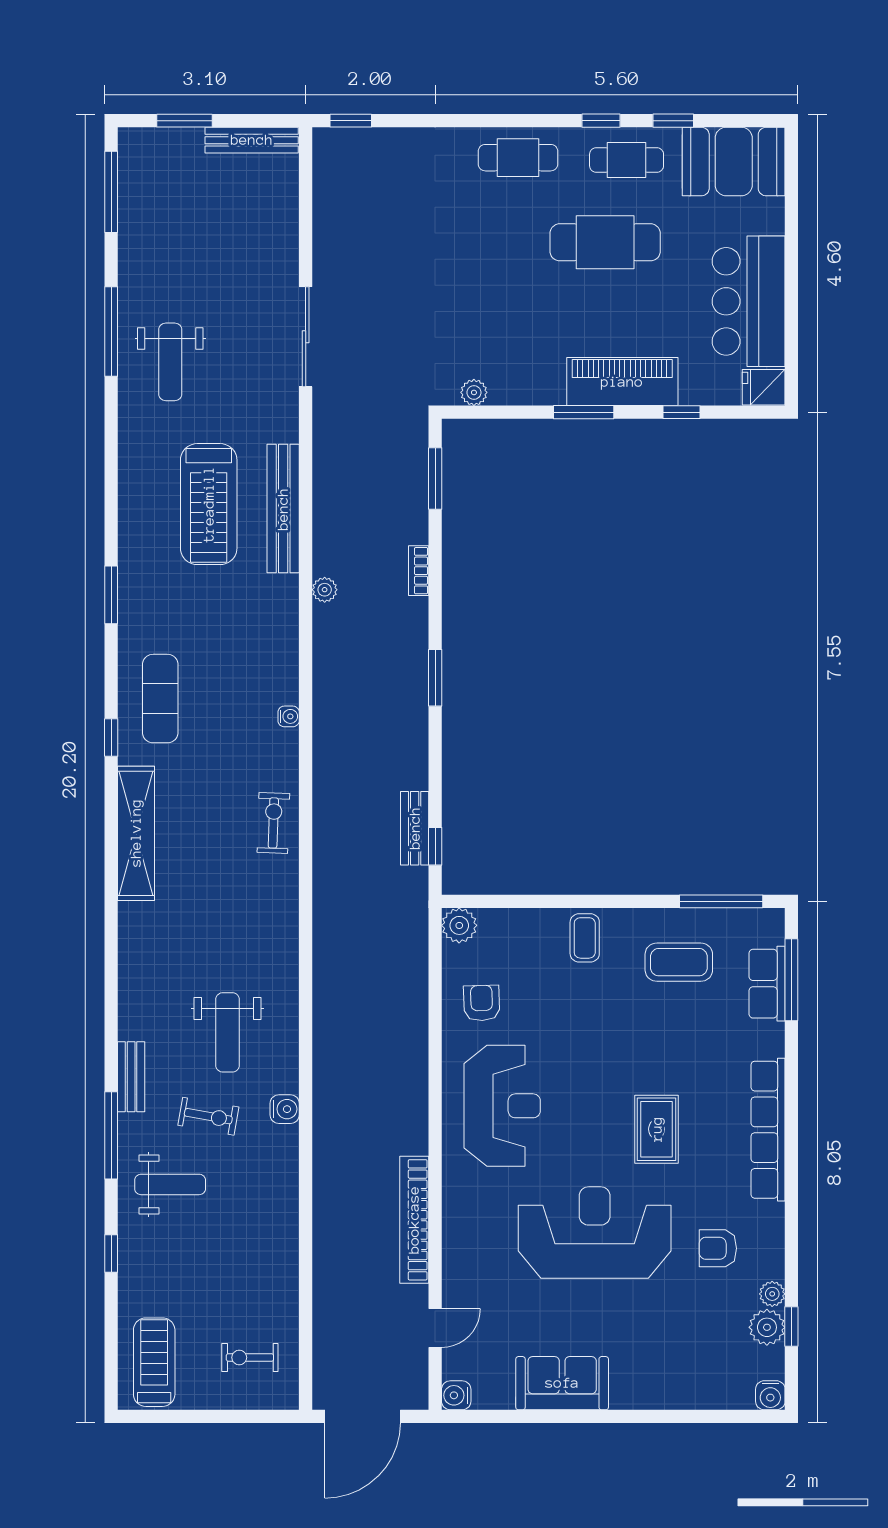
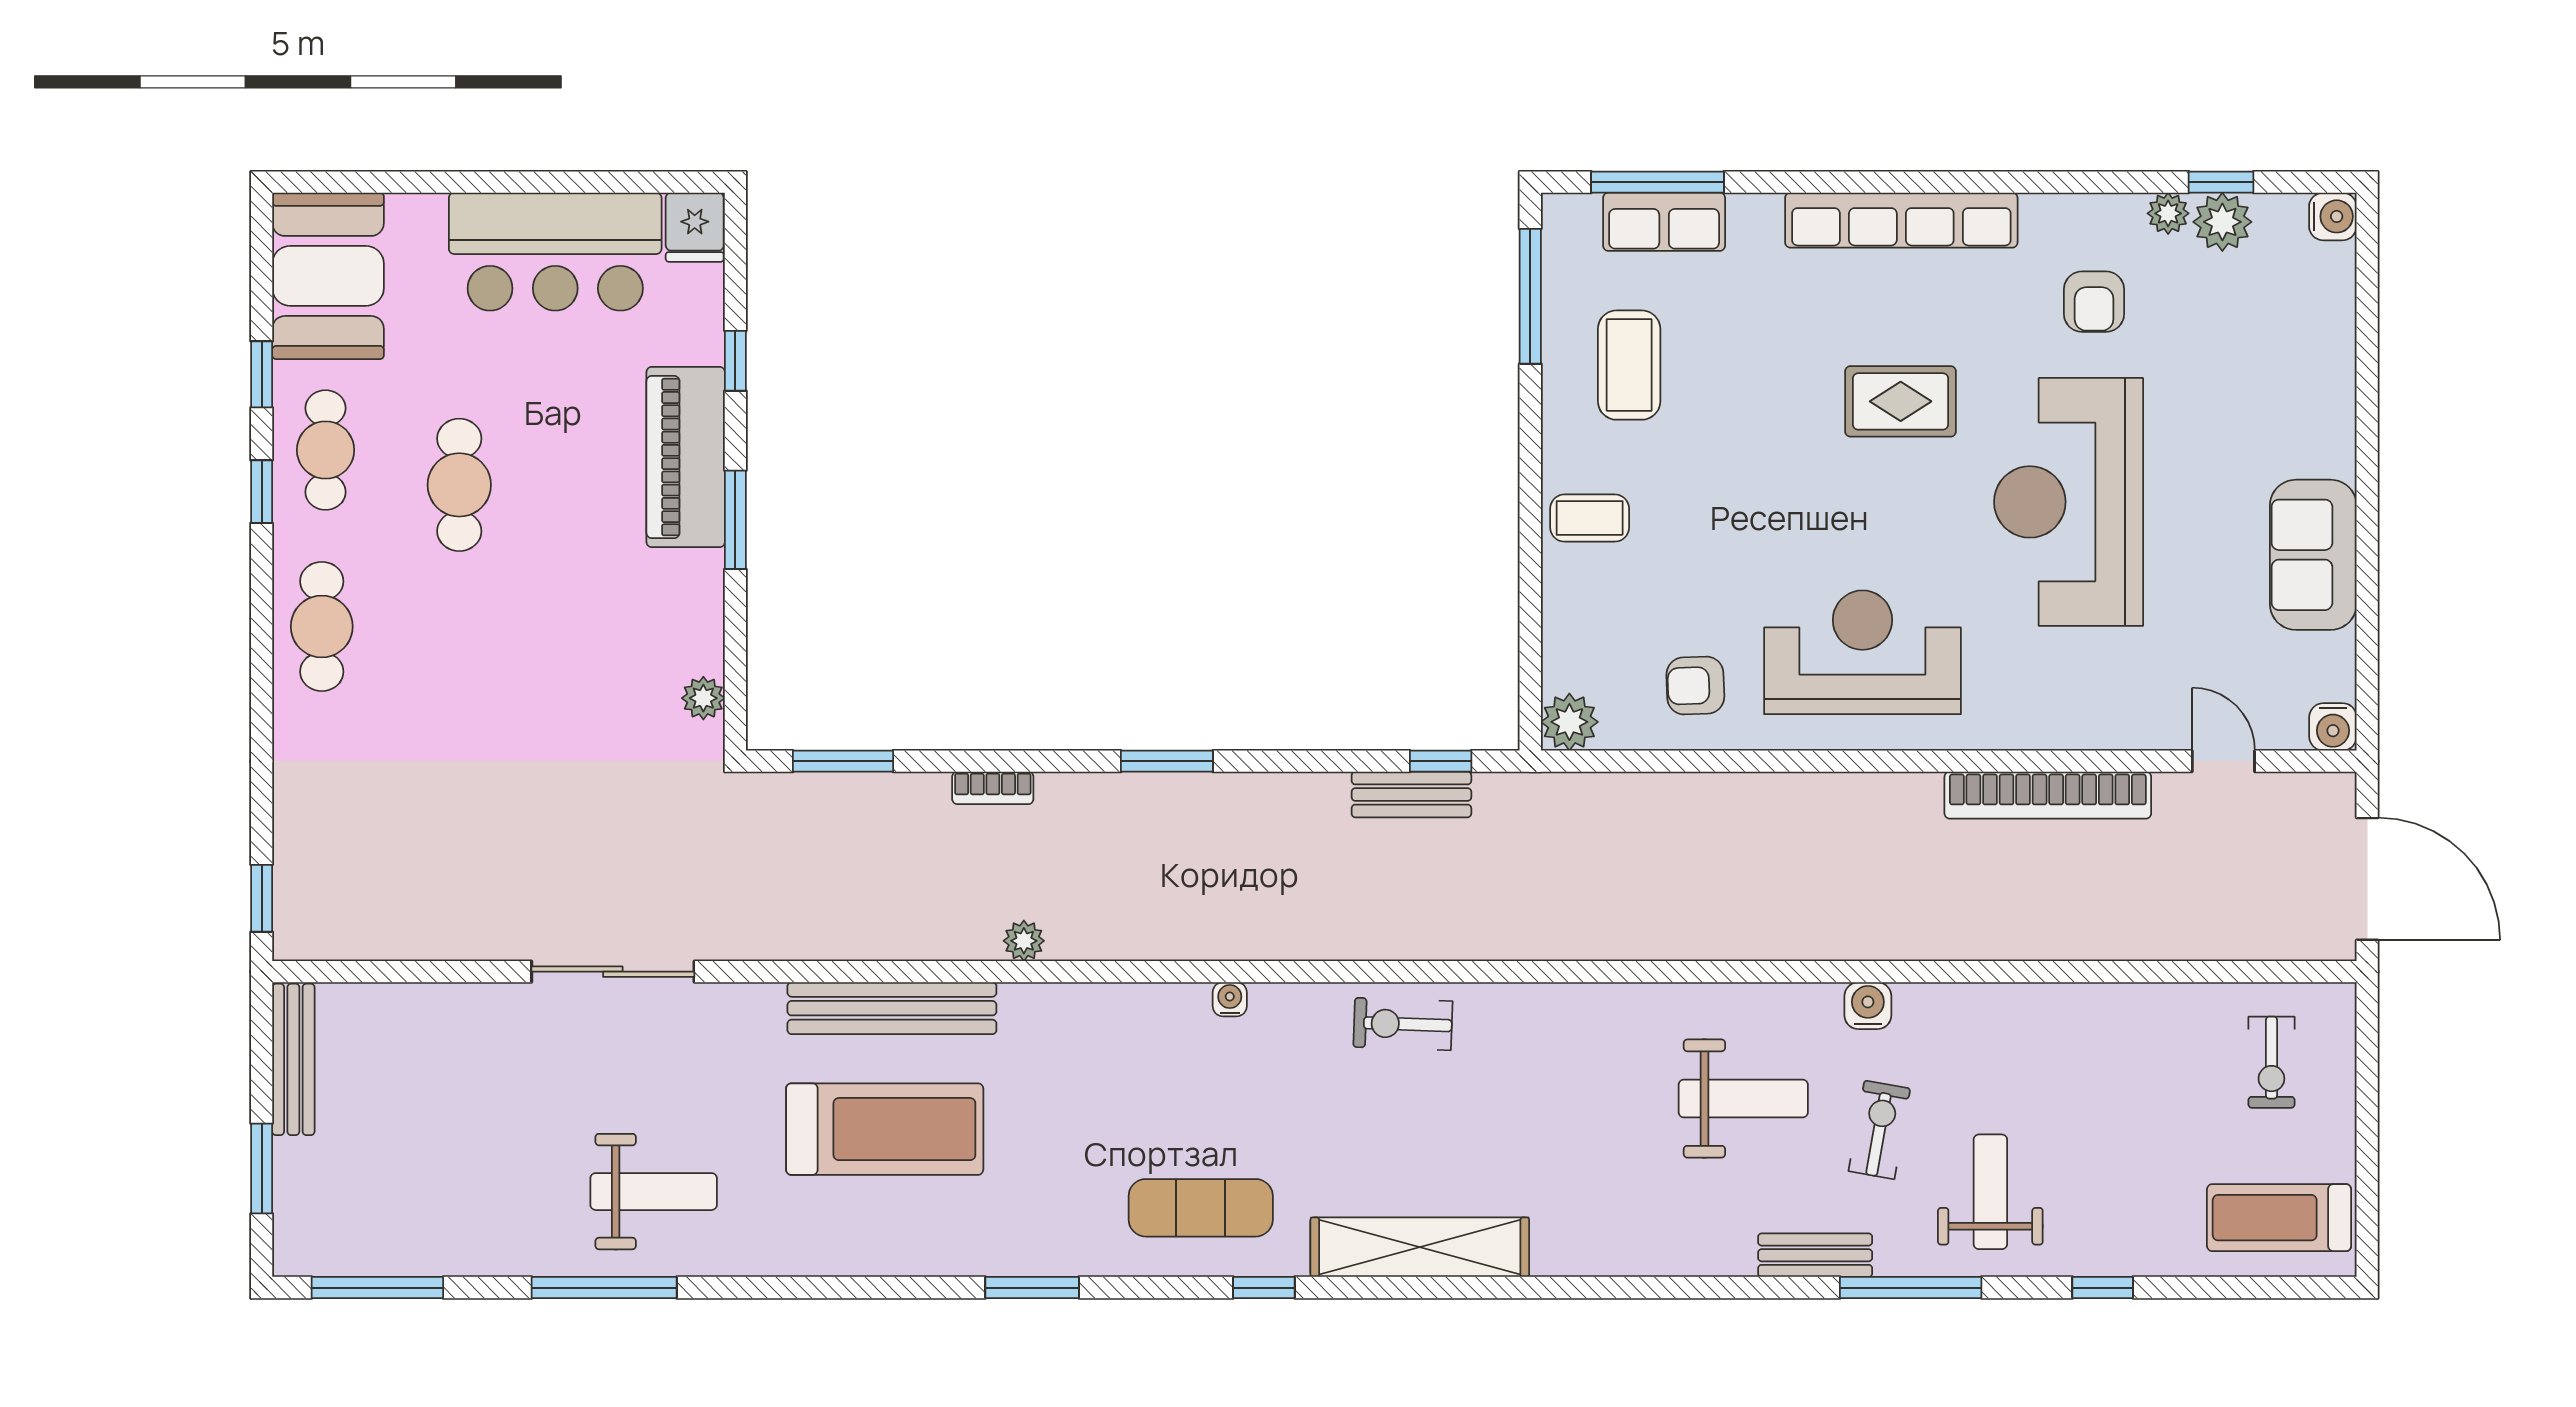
cafe table: (605, 242) -> (459, 485), width x0.73, depth x0.74

